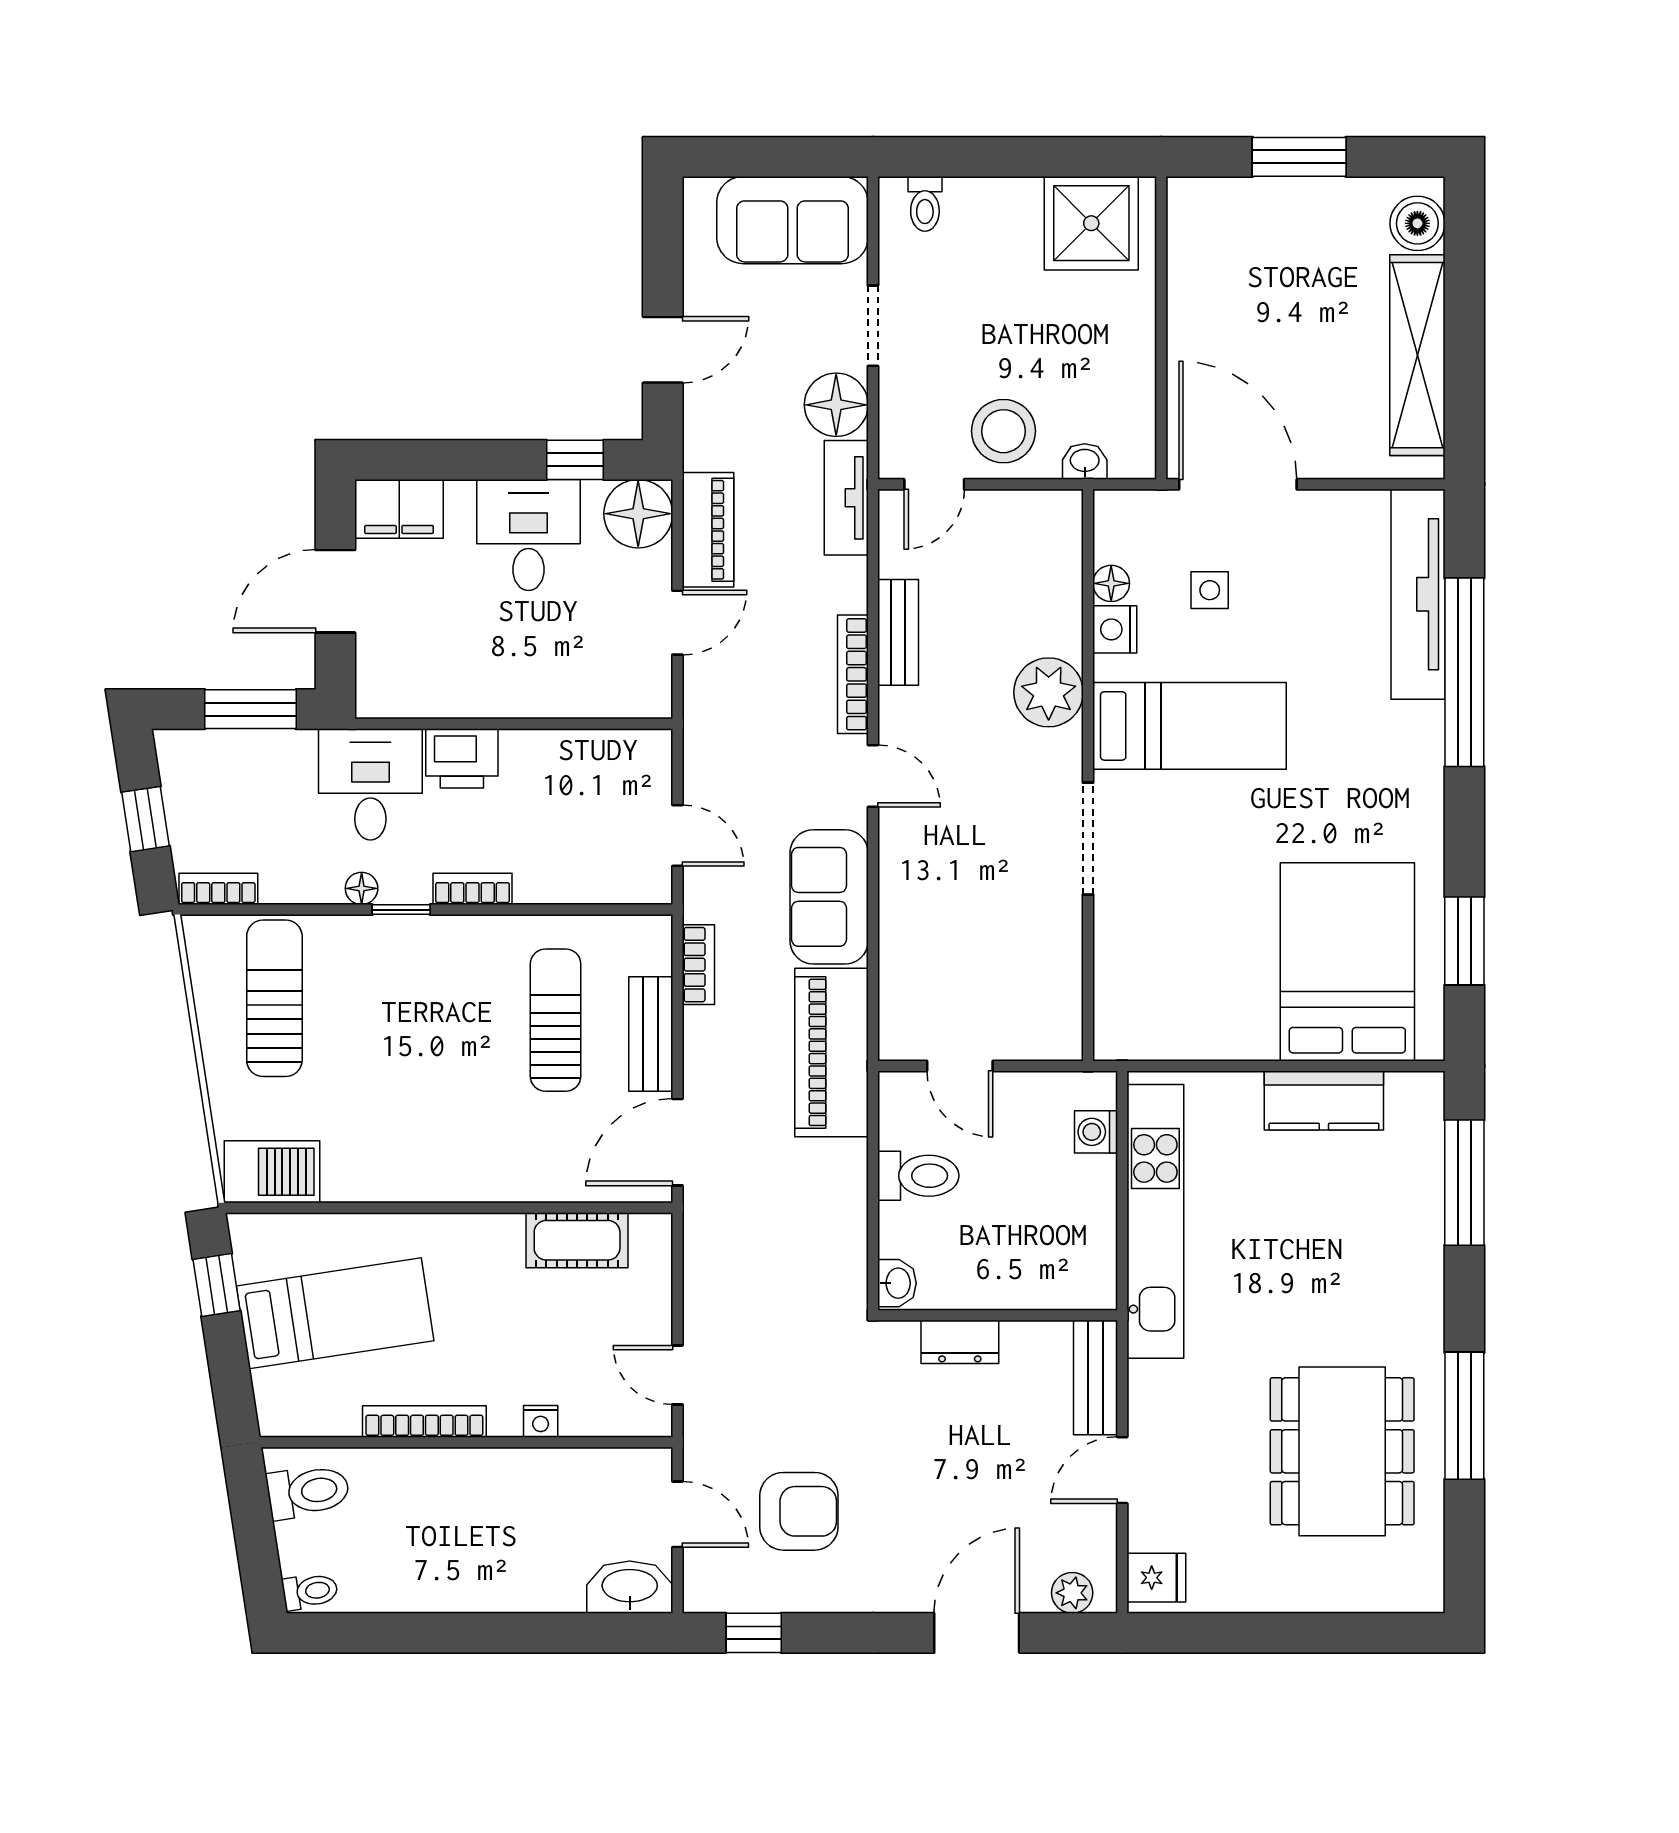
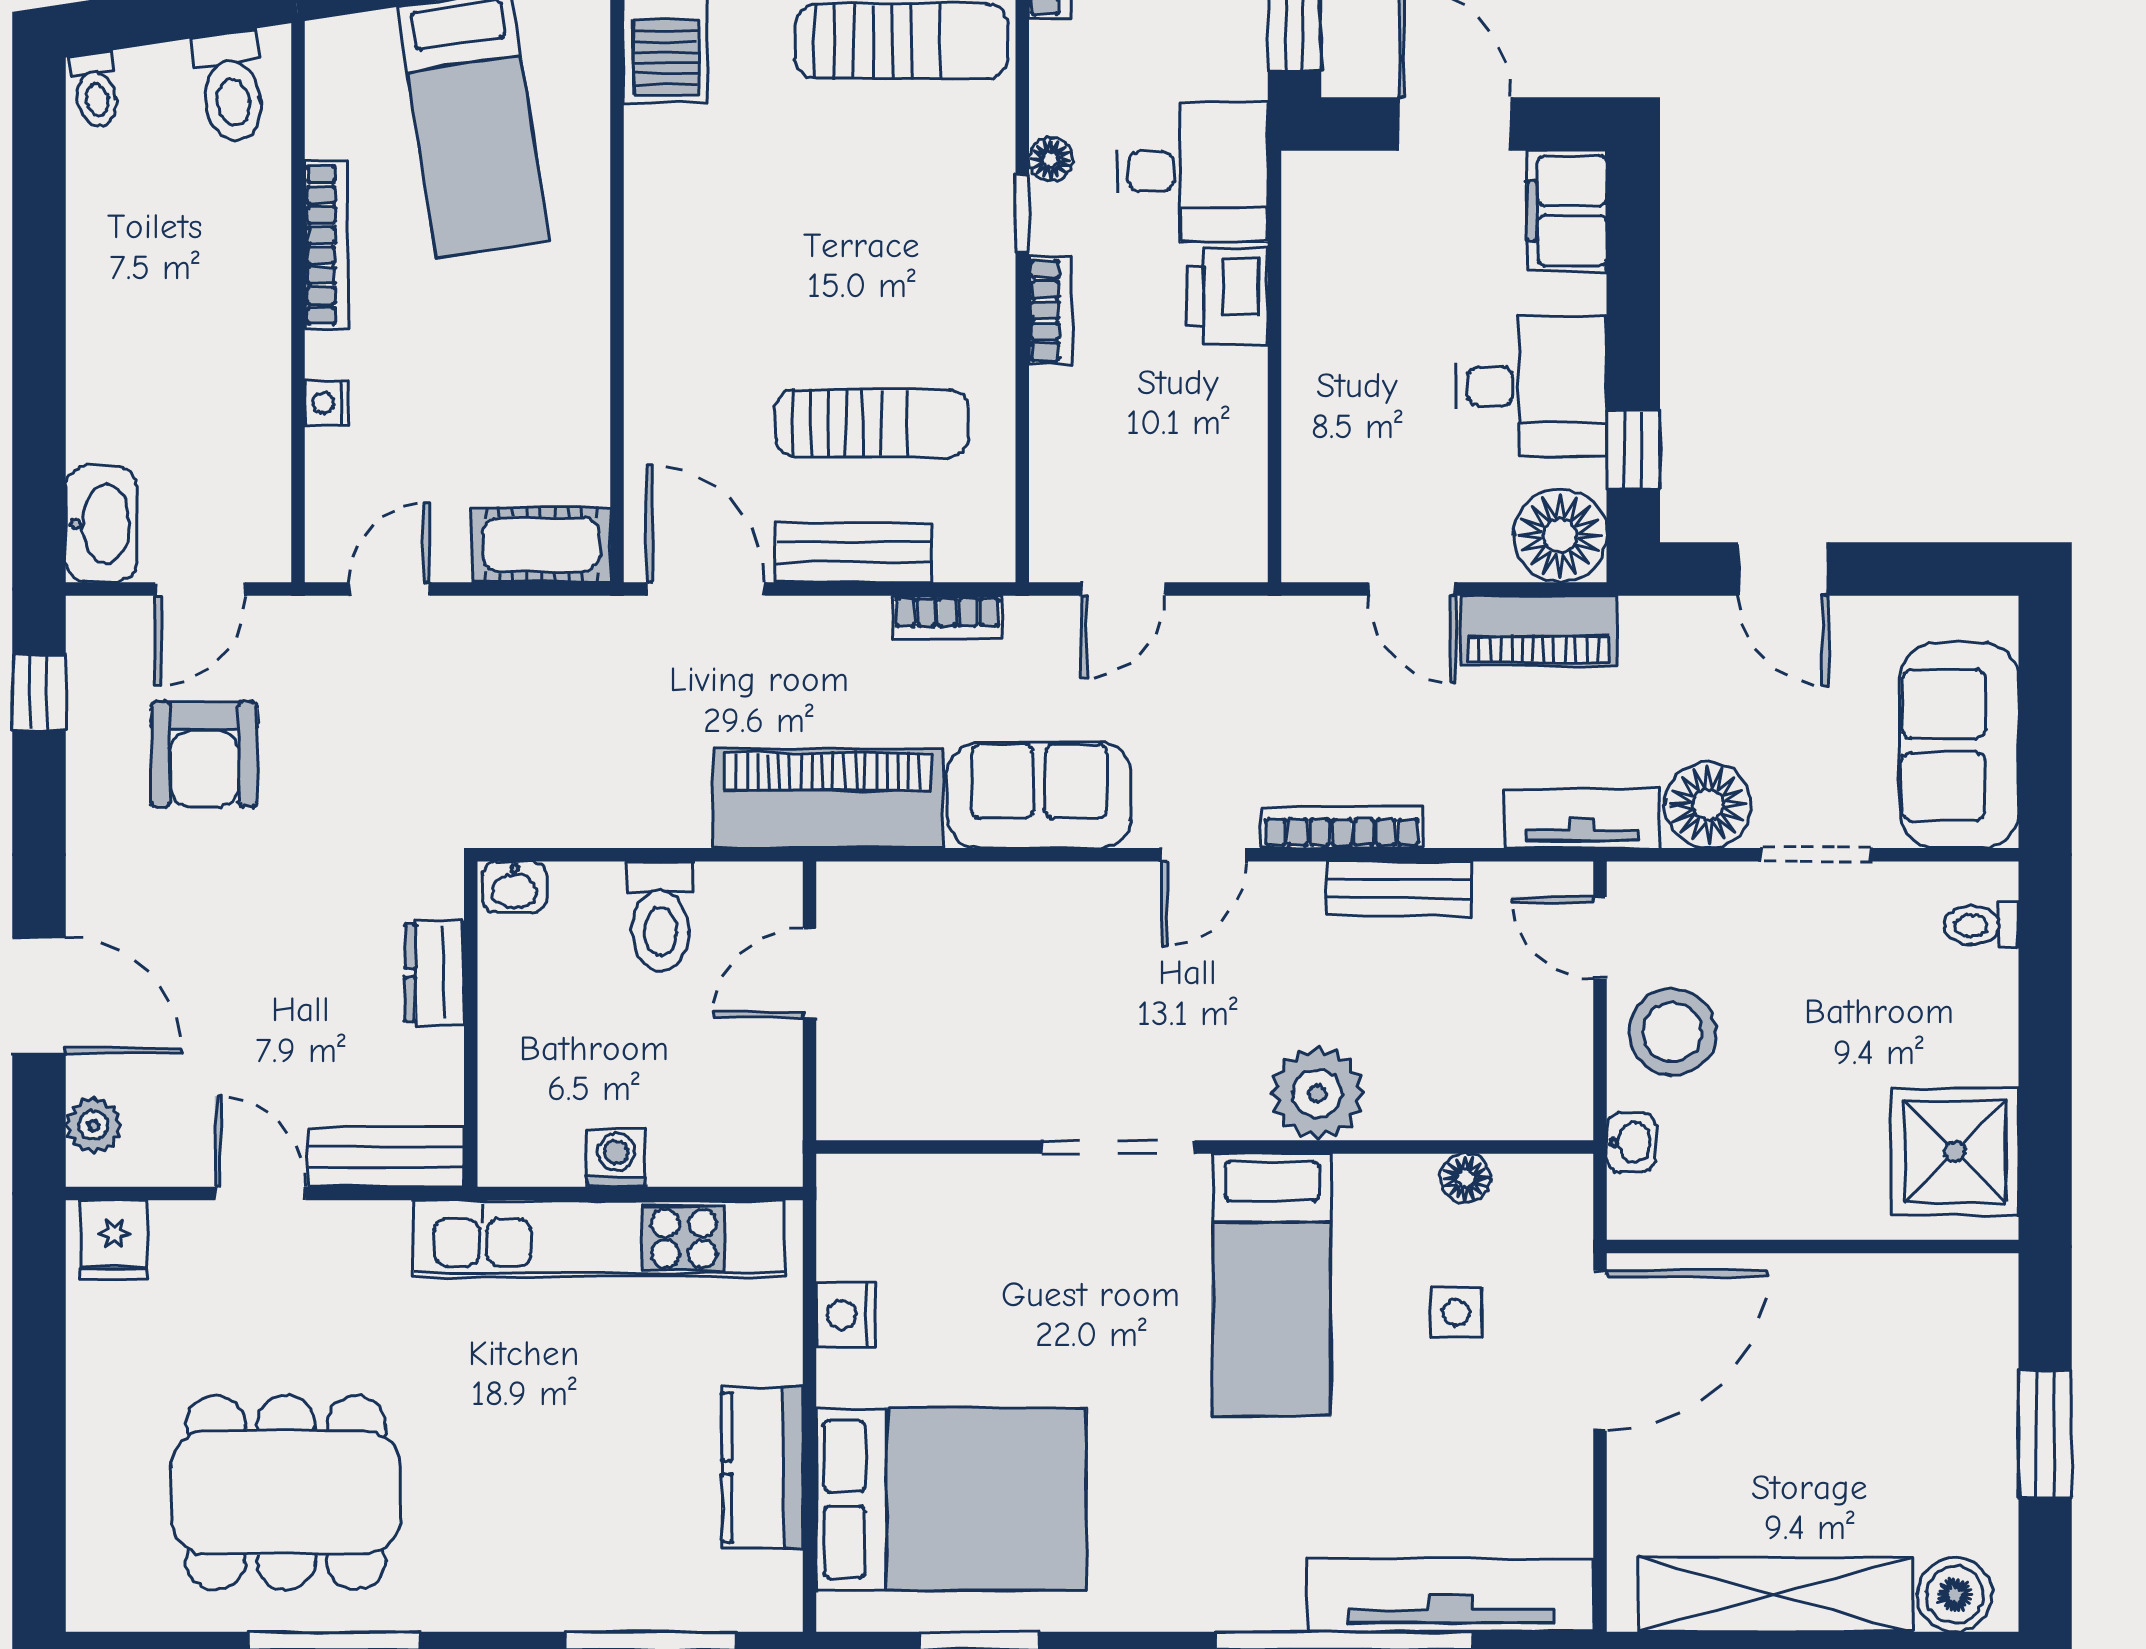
nightstand: (1115, 629) -> (846, 1315), moved, turned -90
washing machine: (1096, 1132) -> (616, 1158), moved
cot: (577, 1240) -> (541, 545), moved, turned 90

